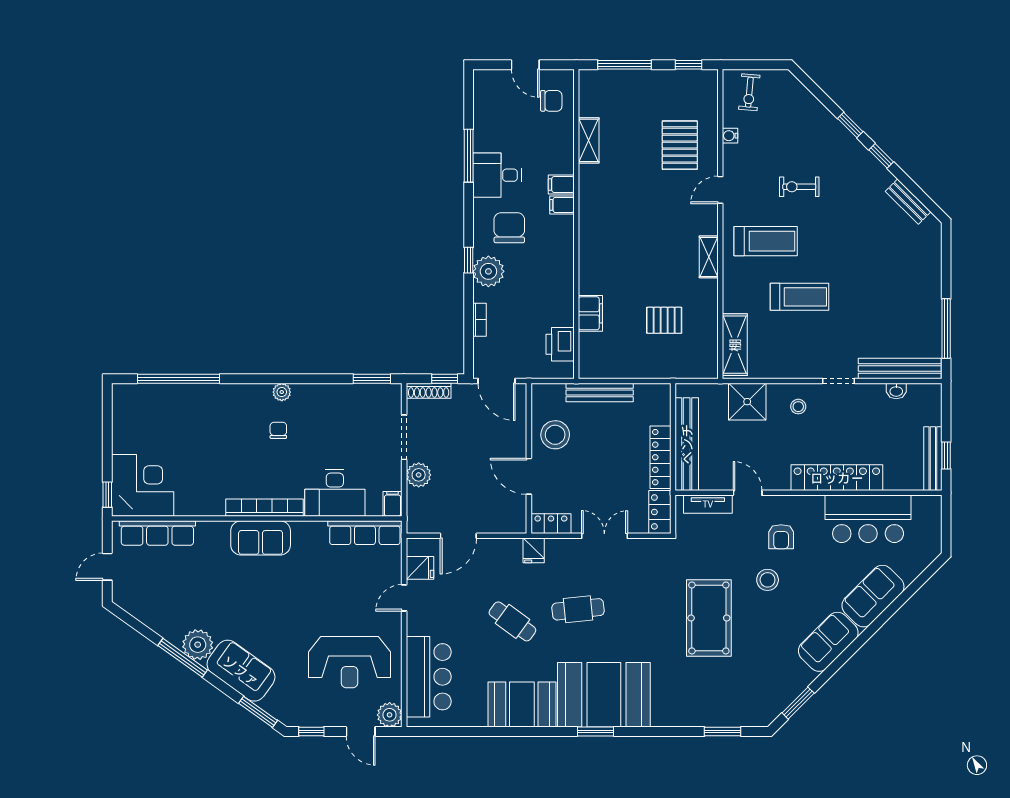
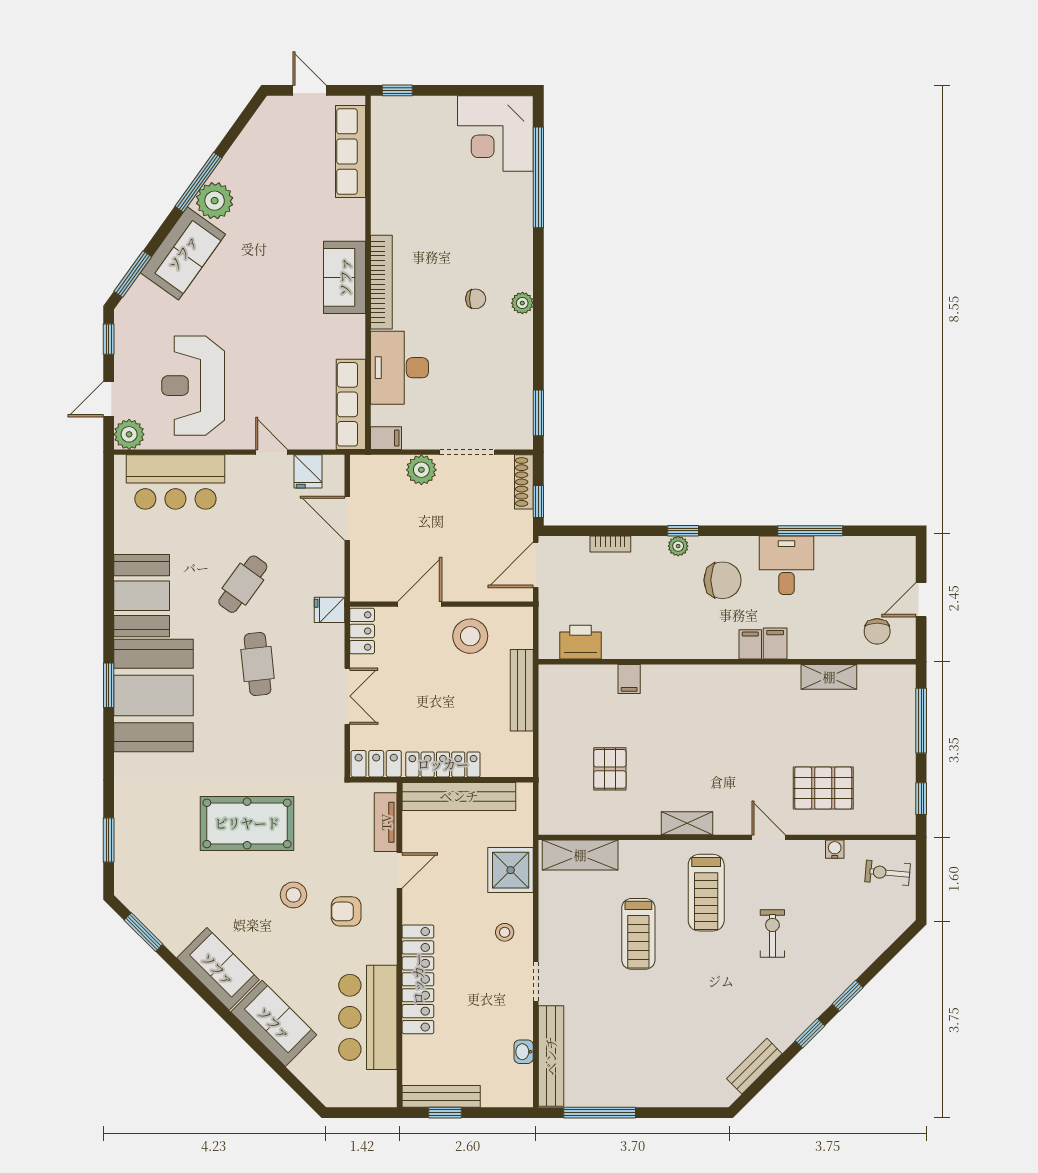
plant: (488, 271) -> (678, 546), width x0.53, depth x0.53
filing cabinet: (590, 313) -> (629, 679), width x0.50
corner desk: (143, 485) -> (495, 133), moved, turned 90

